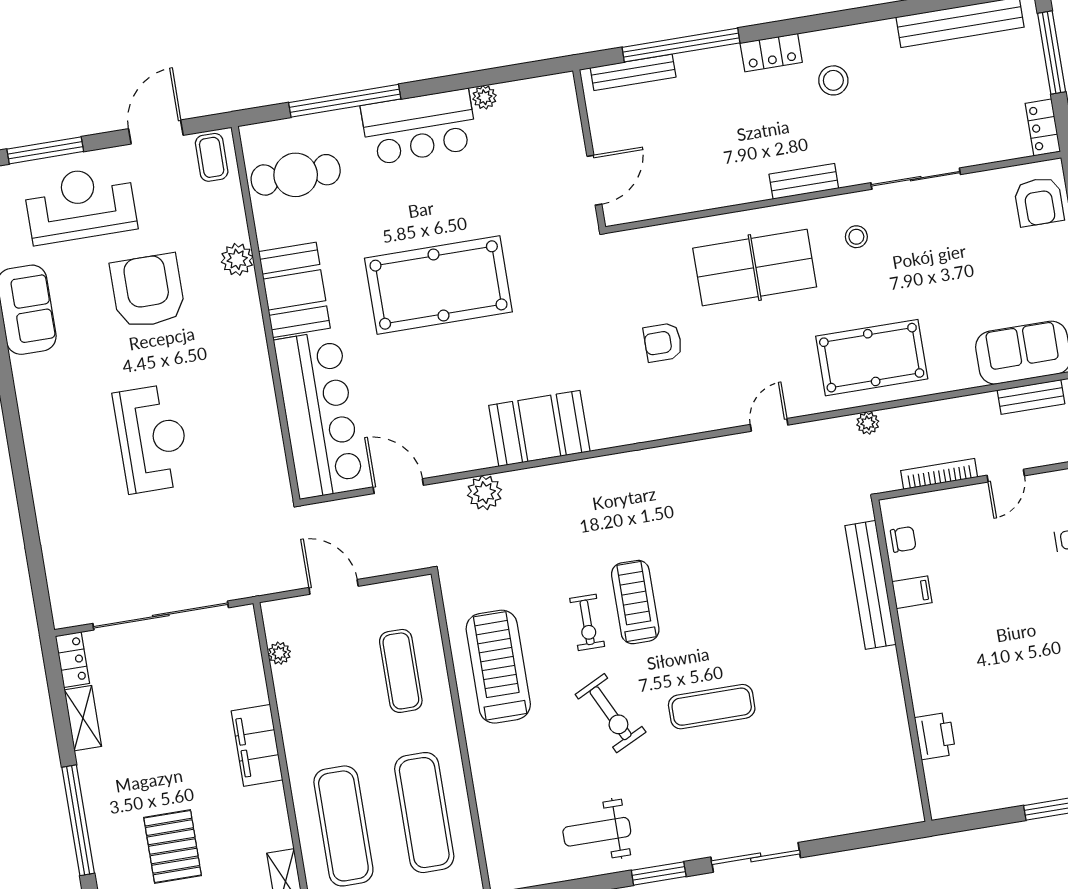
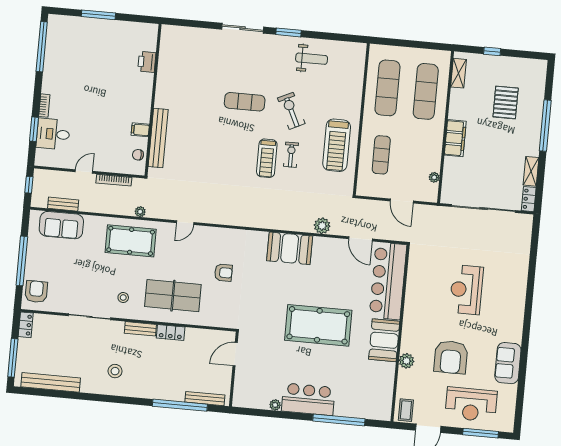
locker: (771, 53) -> (171, 333), moved, turned 180
cafe table: (296, 175) -> (370, 392), removed

